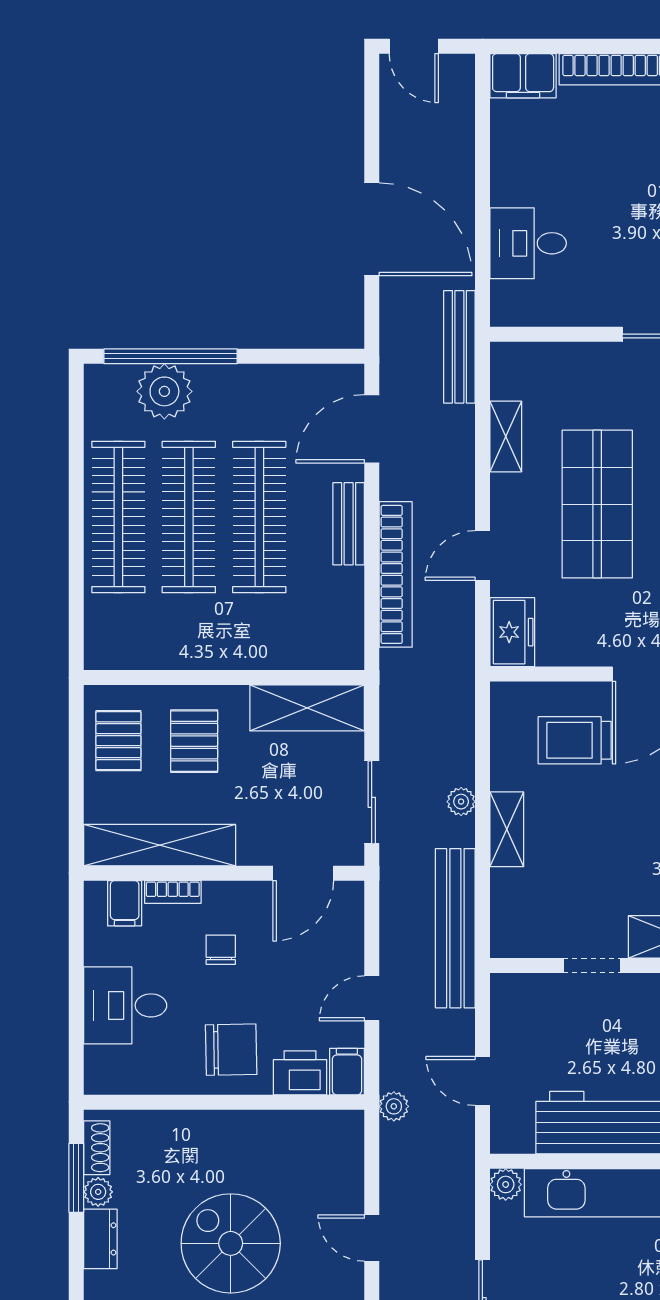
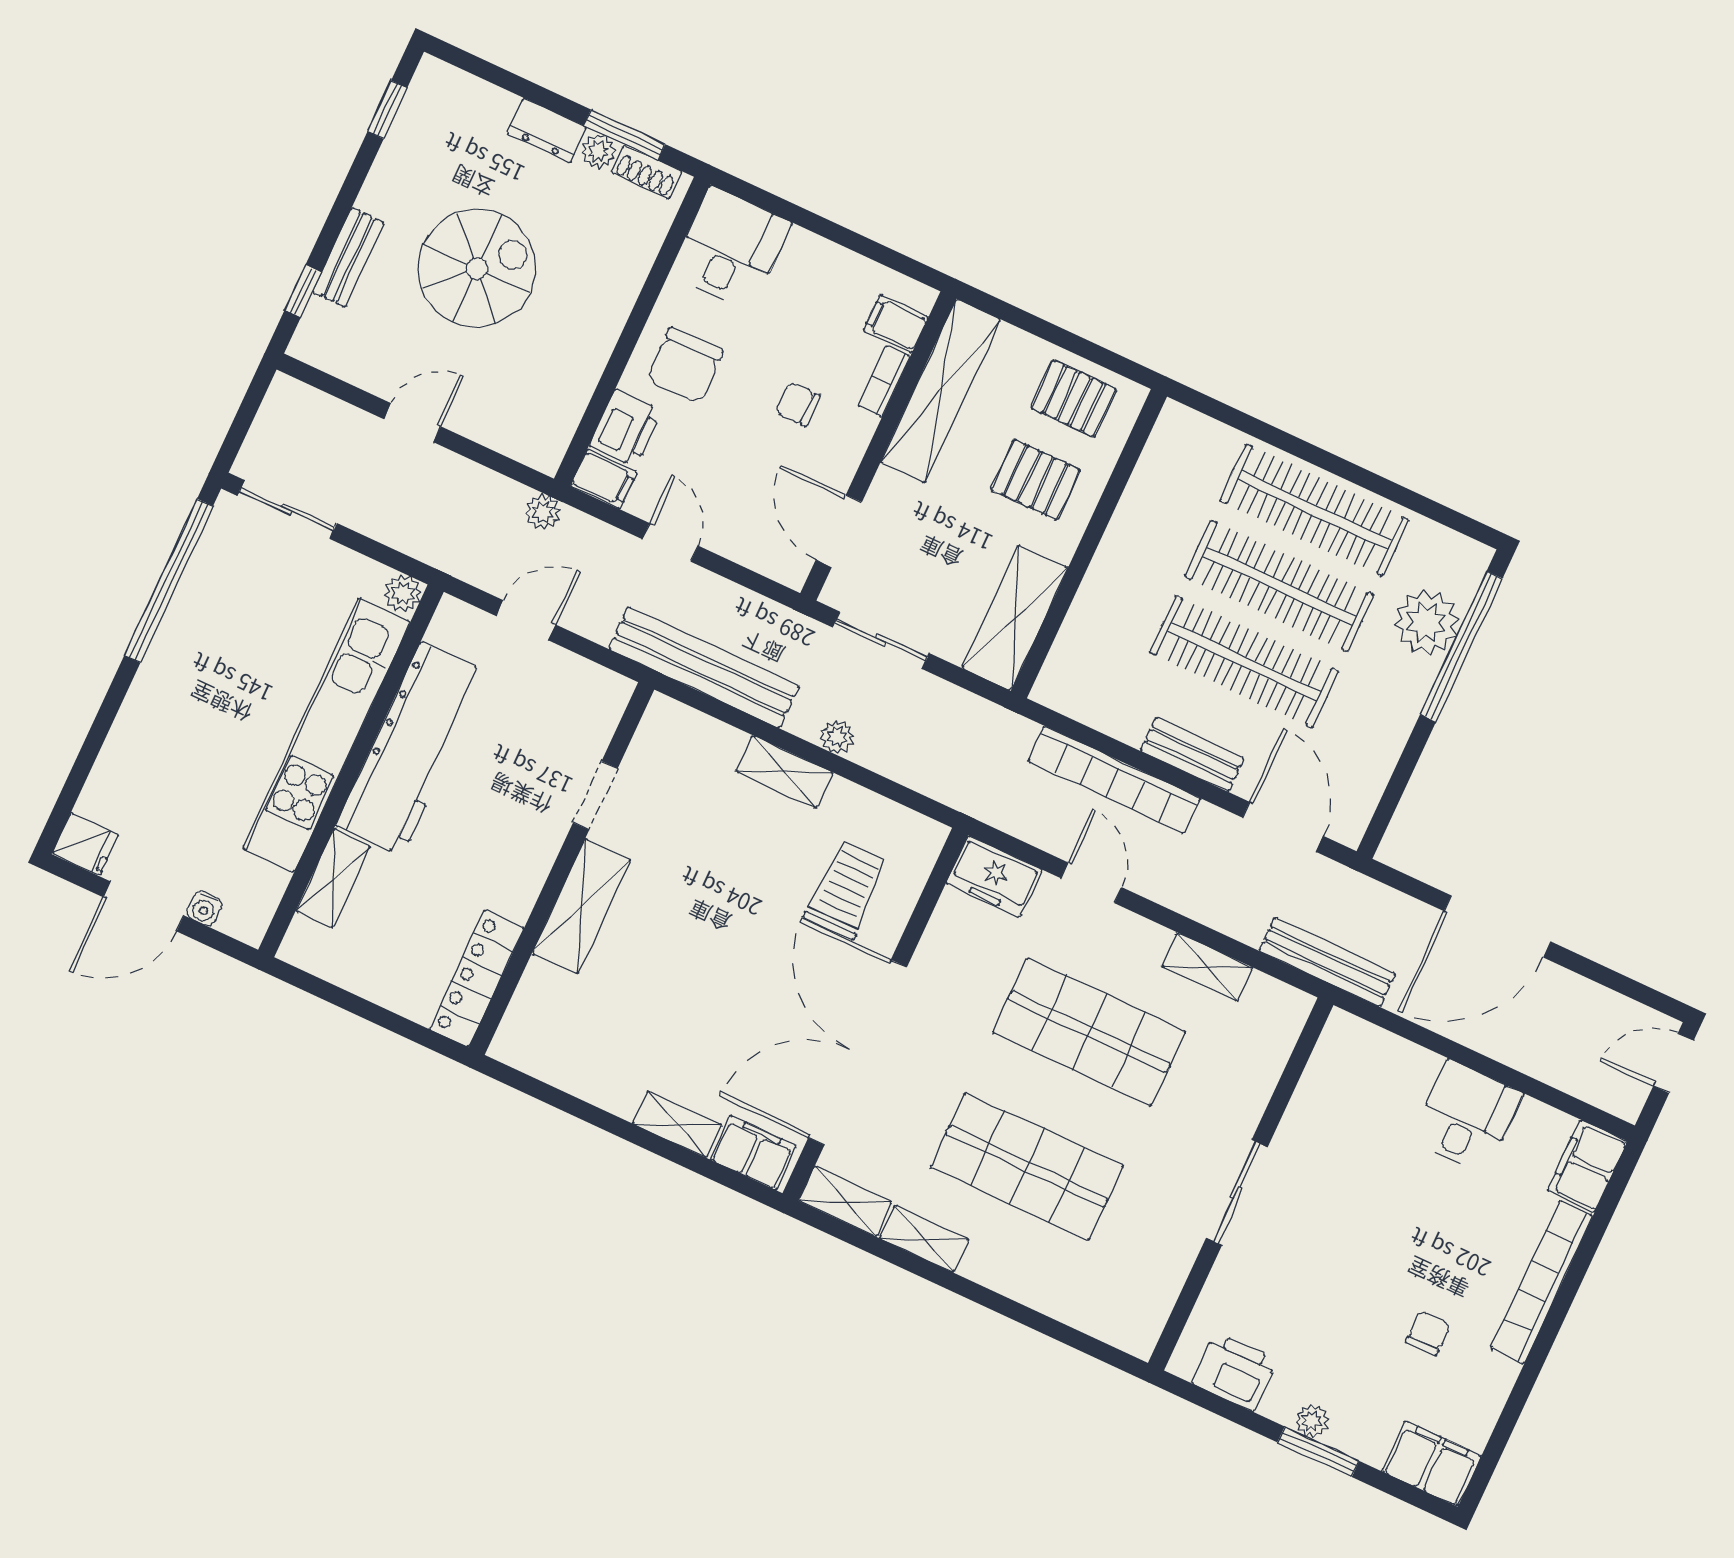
desk: (528, 243) -> (1467, 1117), moved
chair: (221, 950) -> (798, 404), turned 180
desk: (125, 1005) -> (731, 248), moved

